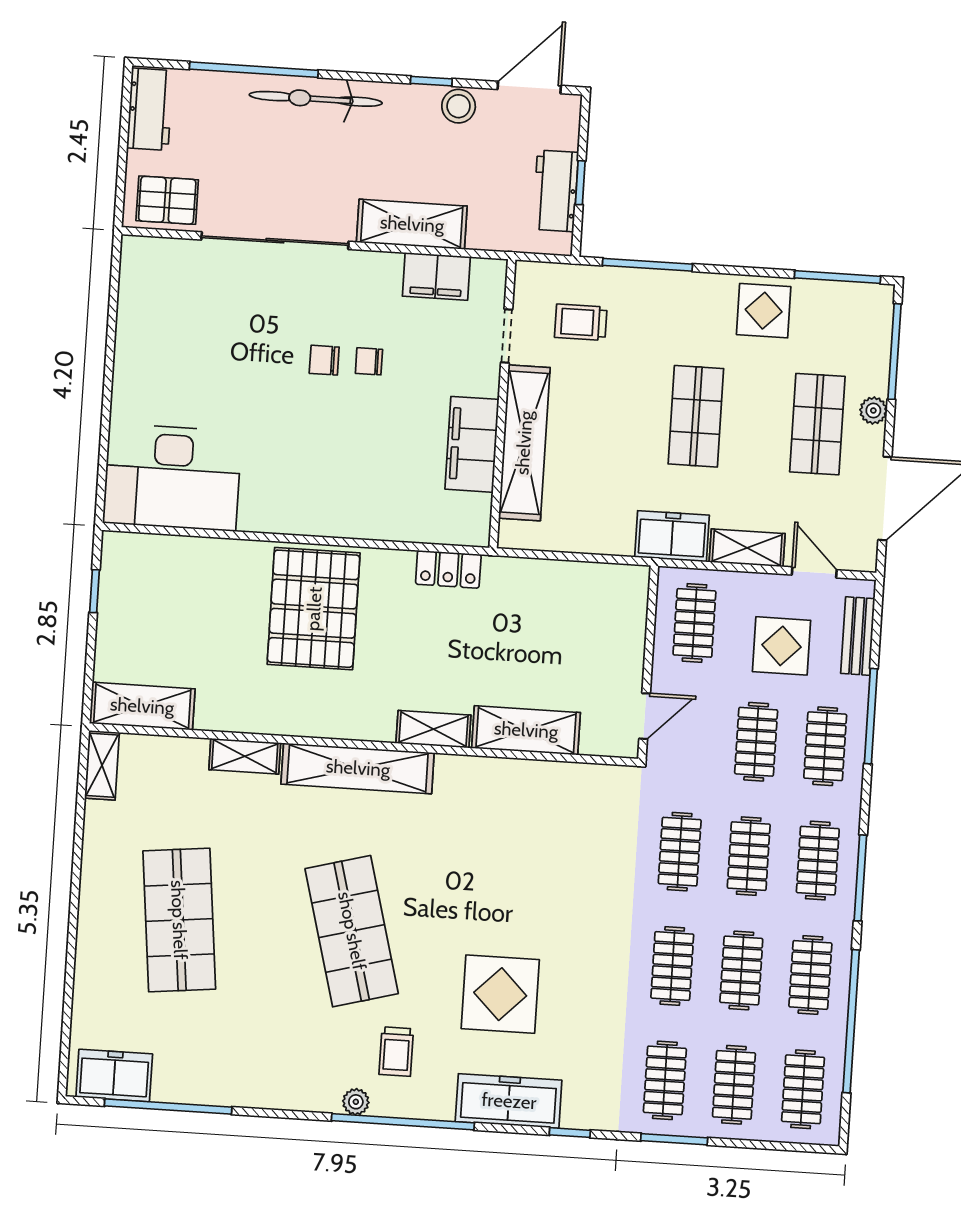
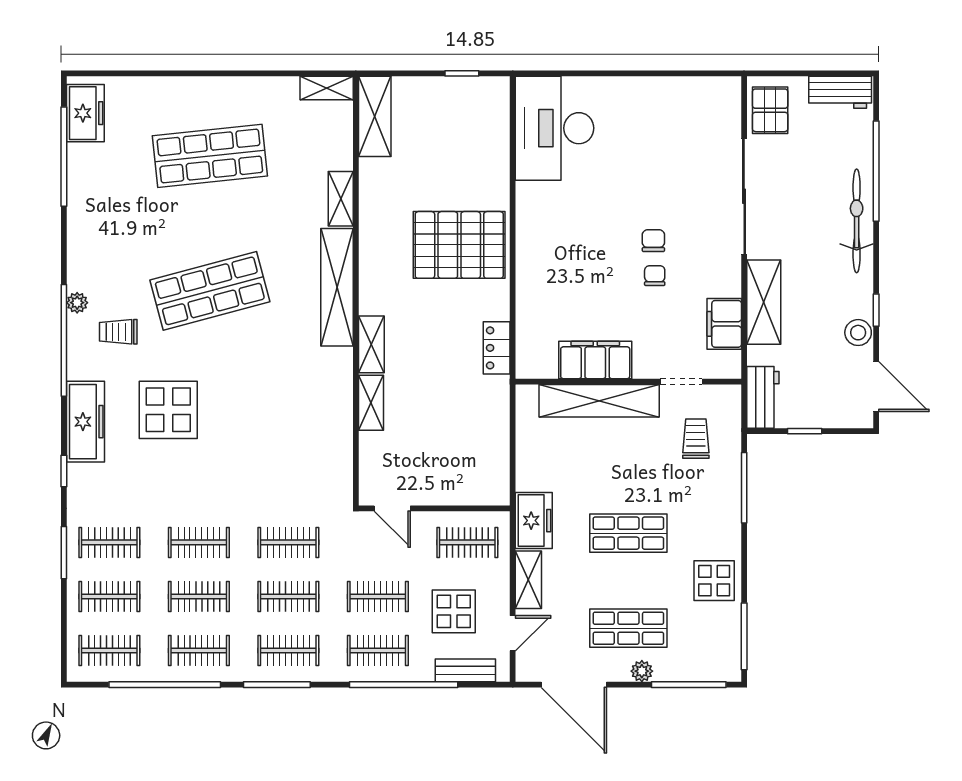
workbench: (556, 191) -> (763, 397), moved, turned 90
window: (871, 716) -> (404, 685), width x1.46
shelving: (526, 730) -> (371, 403), width x0.67, depth x0.75

